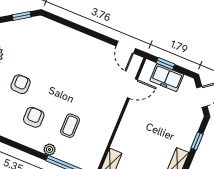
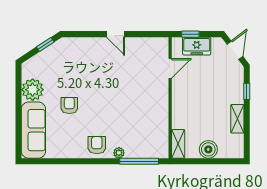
door: (126, 47) -> (116, 34), moved
armchair: (34, 117) -> (97, 145), moved
coffee table: (70, 126) -> (128, 124), removed

